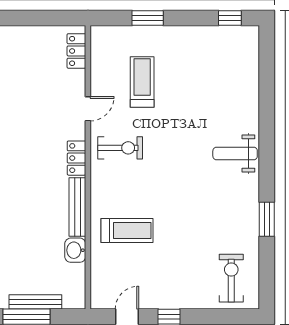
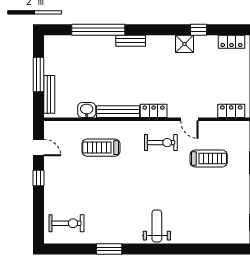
exercise bike: (120, 148) -> (161, 143), turned -90
treadmill: (127, 230) -> (101, 148), turned 90
bench: (35, 302) -> (49, 94), moved

